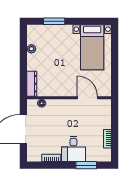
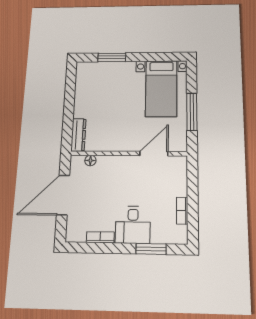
plant: (31, 49) -> (81, 91), removed
window: (115, 66) -> (192, 112), added
door: (87, 98) -> (154, 154), hinge flipped

